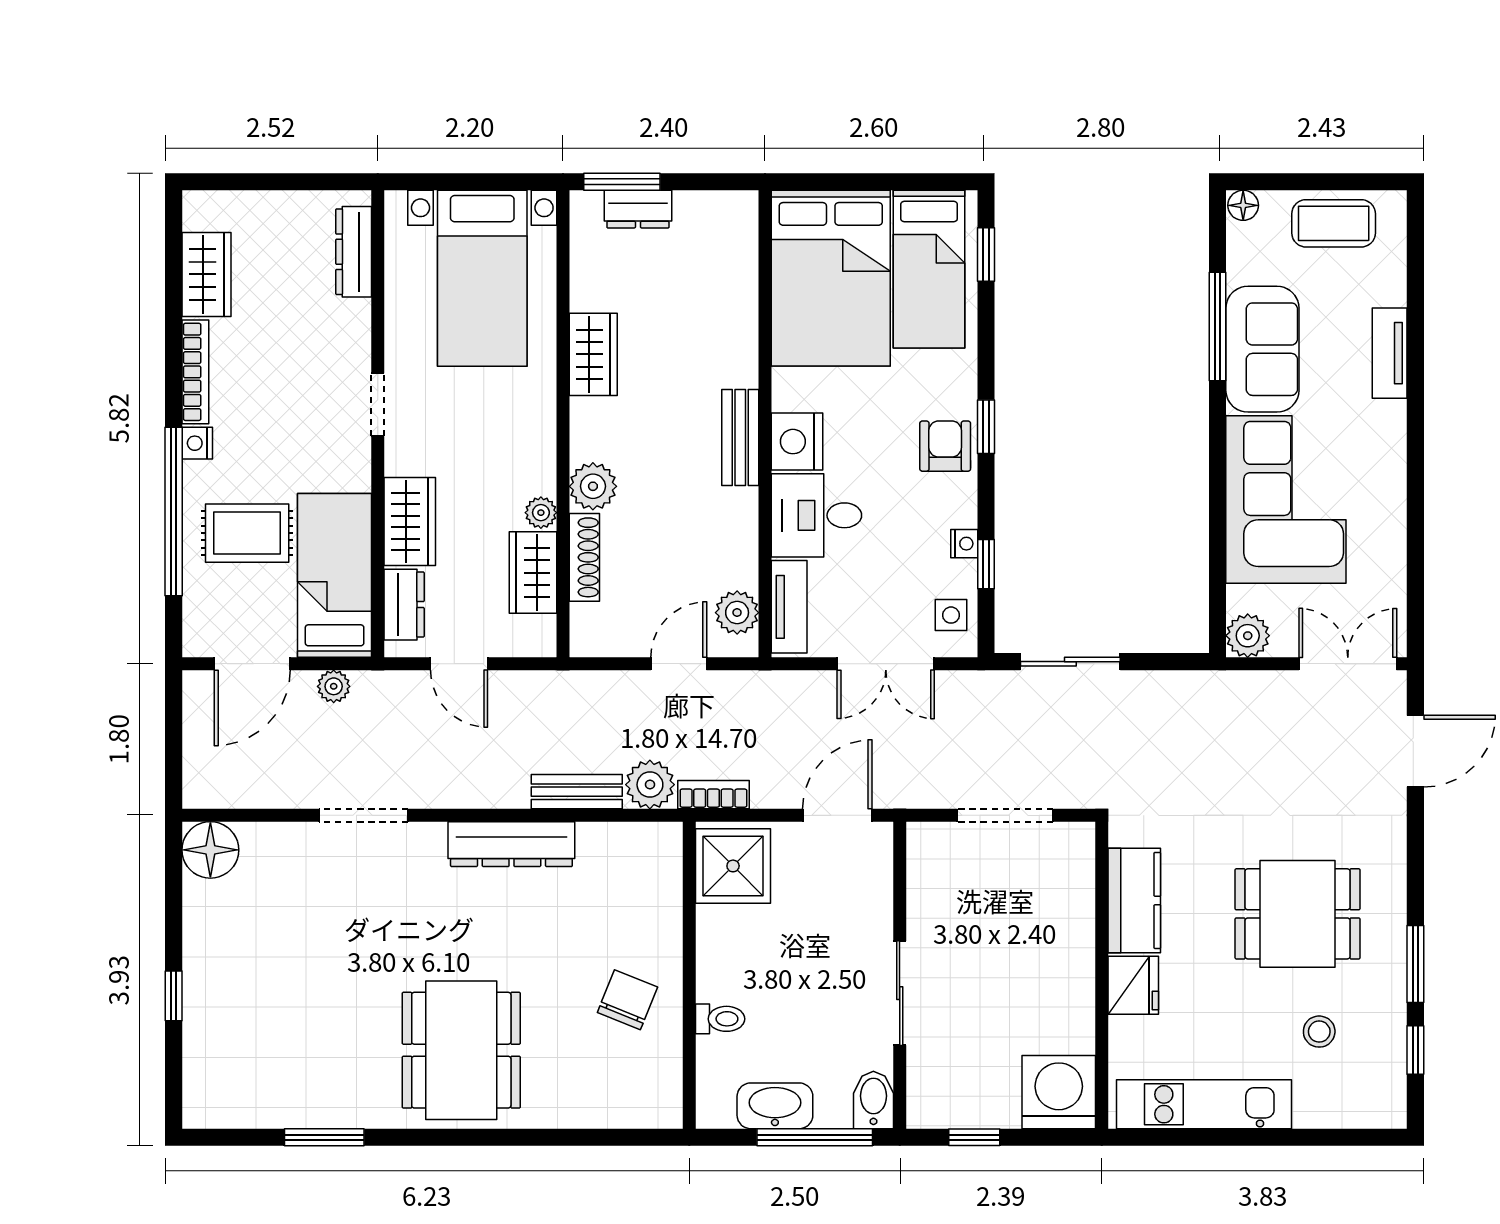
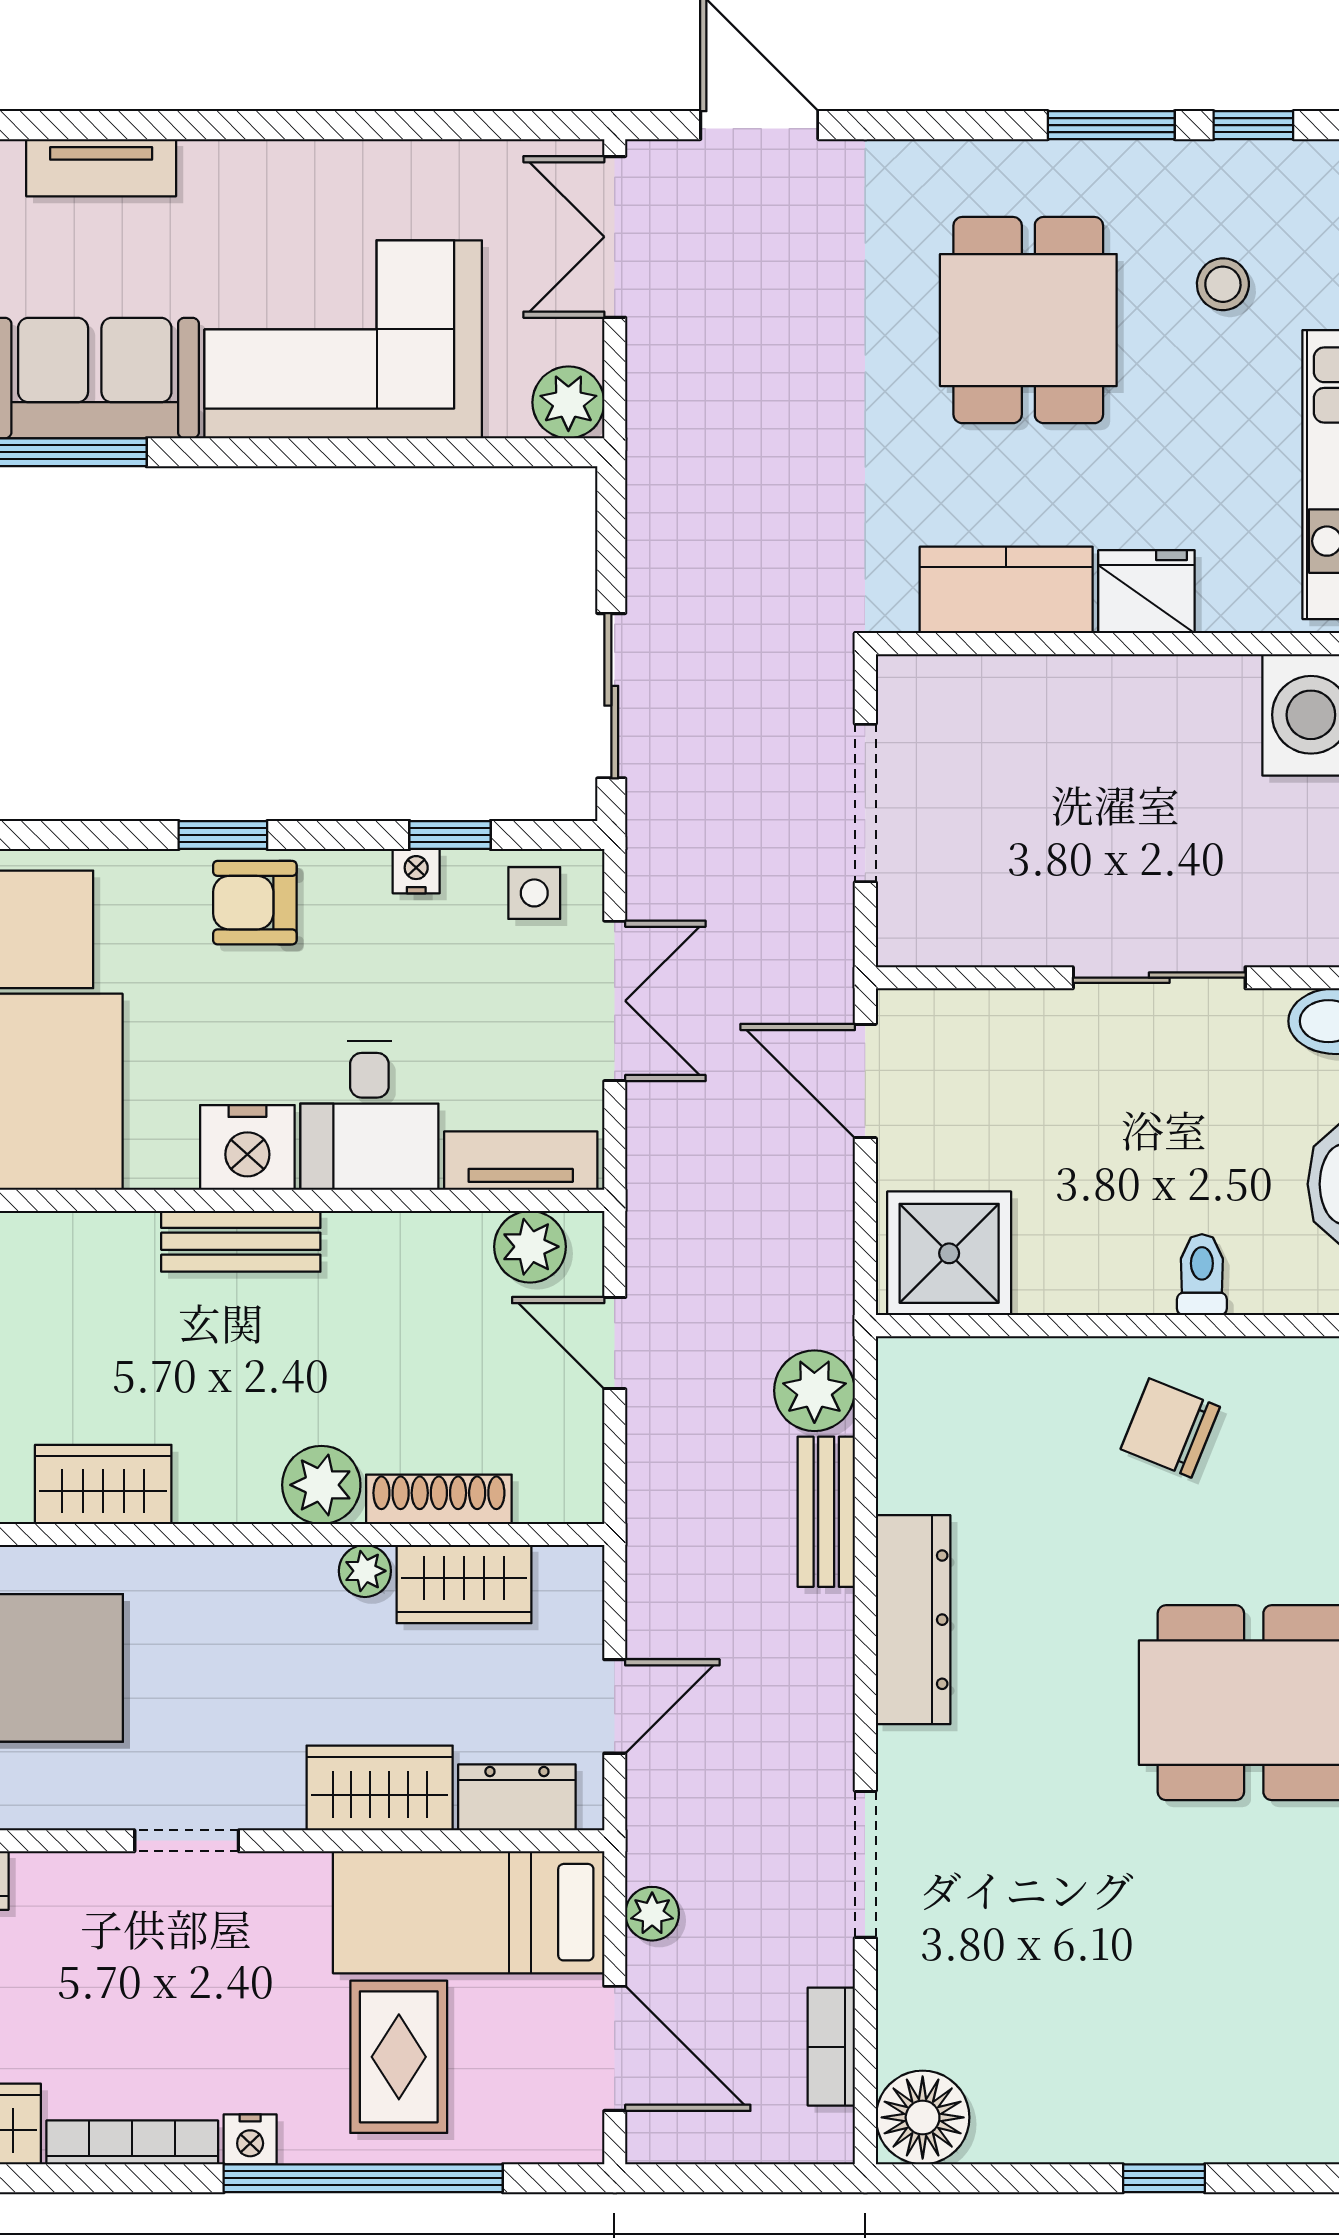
bookcase: (713, 795) -> (831, 2047), moved

